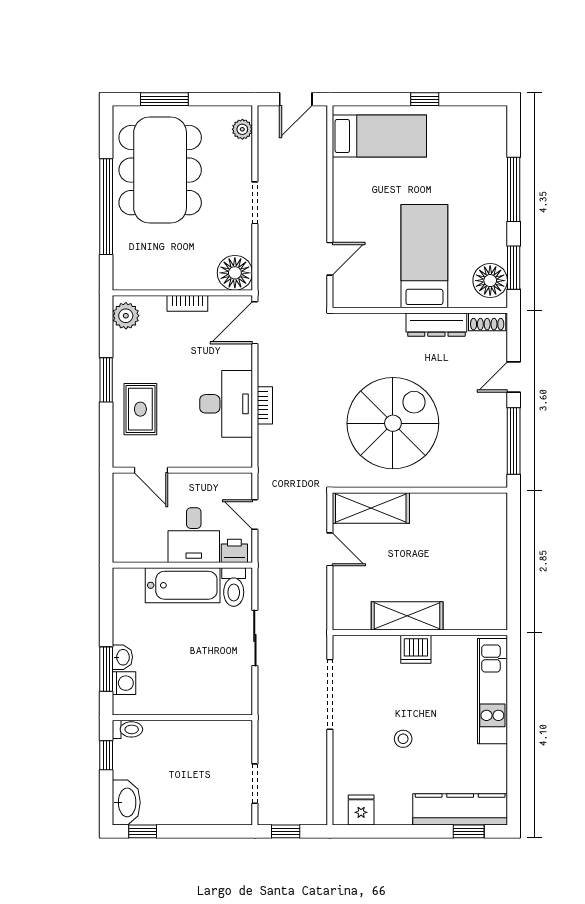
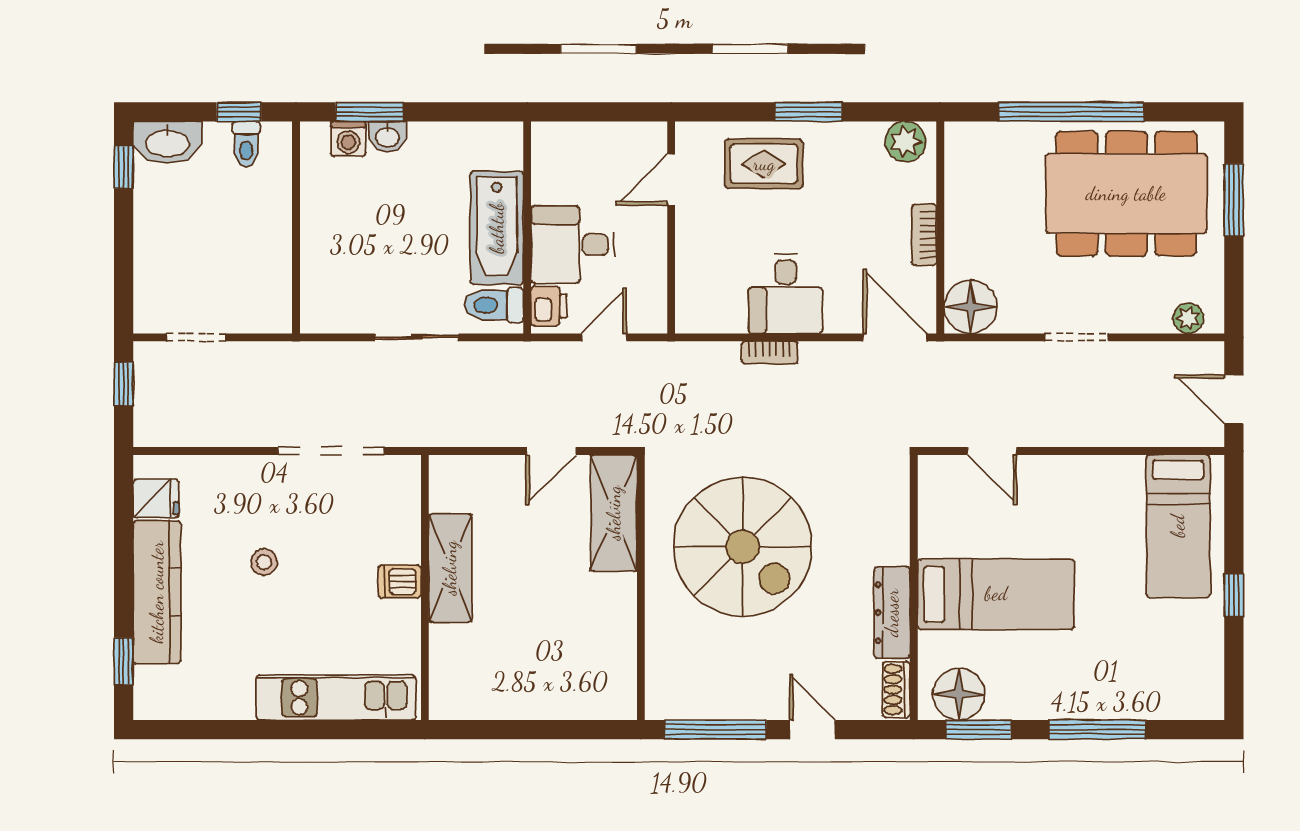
desk: (226, 404) -> (786, 294), width x0.73
dishwasher: (416, 649) -> (400, 582), width x0.73
toilet: (127, 729) -> (246, 144), moved
kitchen counter: (460, 809) -> (157, 592), moved

